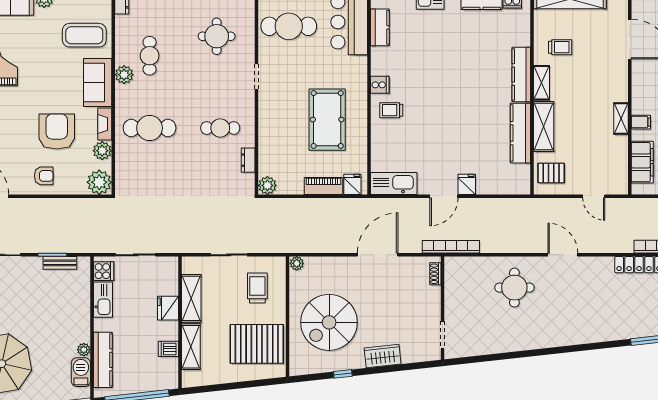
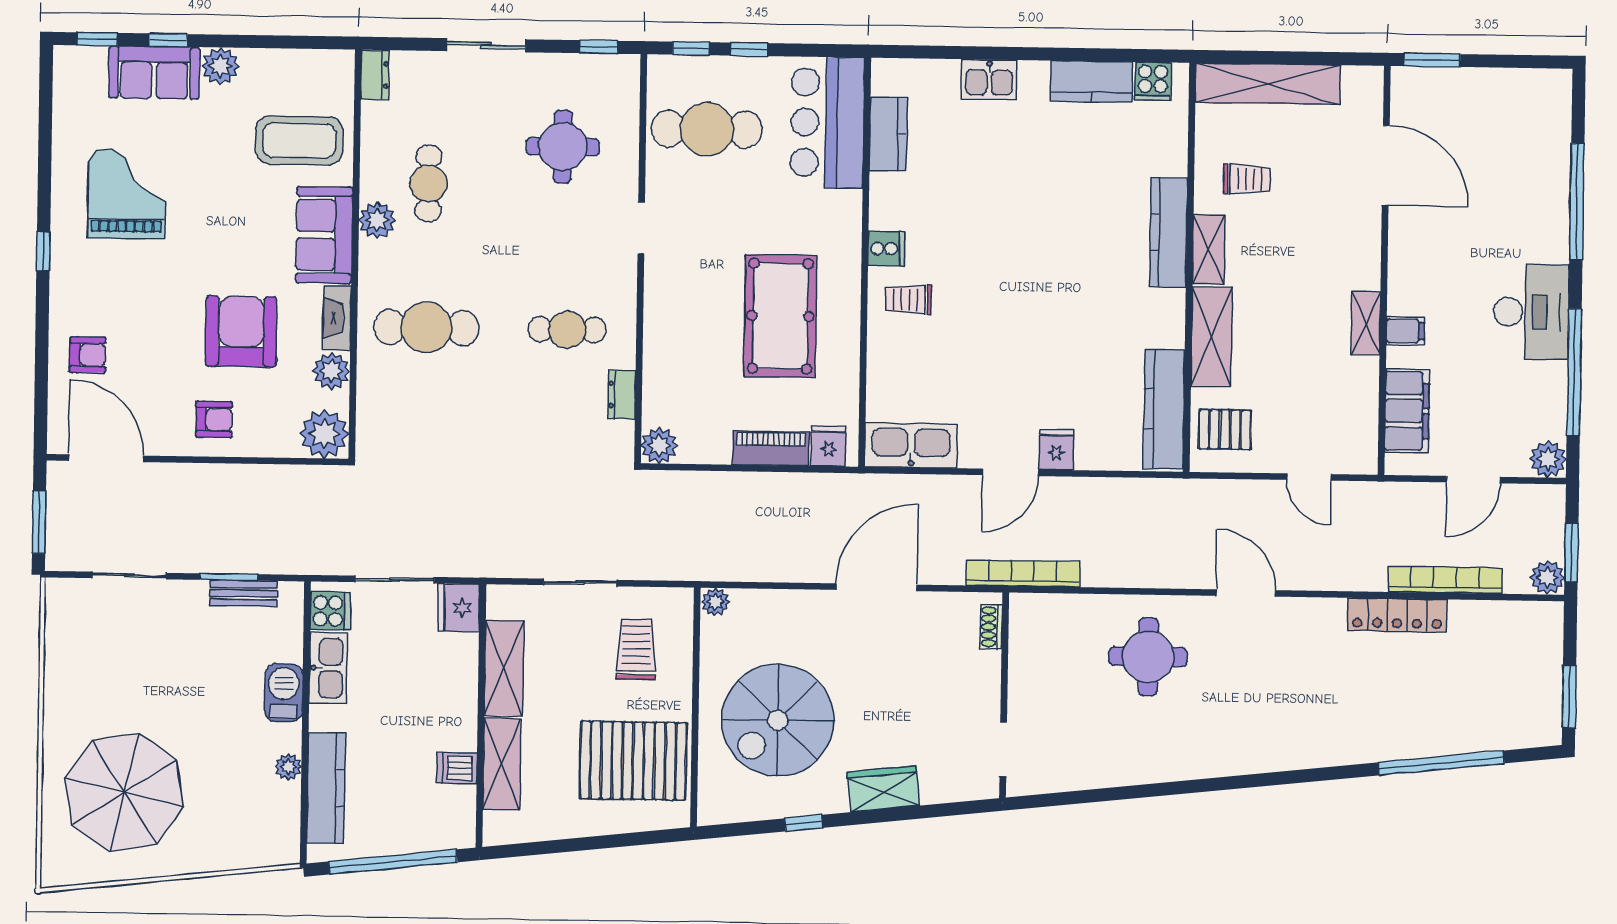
kitchen counter: (520, 133) -> (1164, 409), moved
fridge: (168, 308) -> (459, 608), moved
barbecue: (81, 372) -> (284, 693), moved

